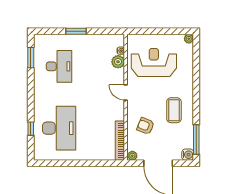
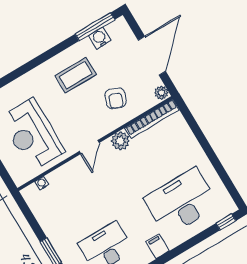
plant: (118, 62) -> (120, 141), moved
filing cabinet: (41, 98) -> (158, 246), added
window: (31, 129) -> (226, 222), moved
water cooler: (188, 155) -> (100, 38), moved

